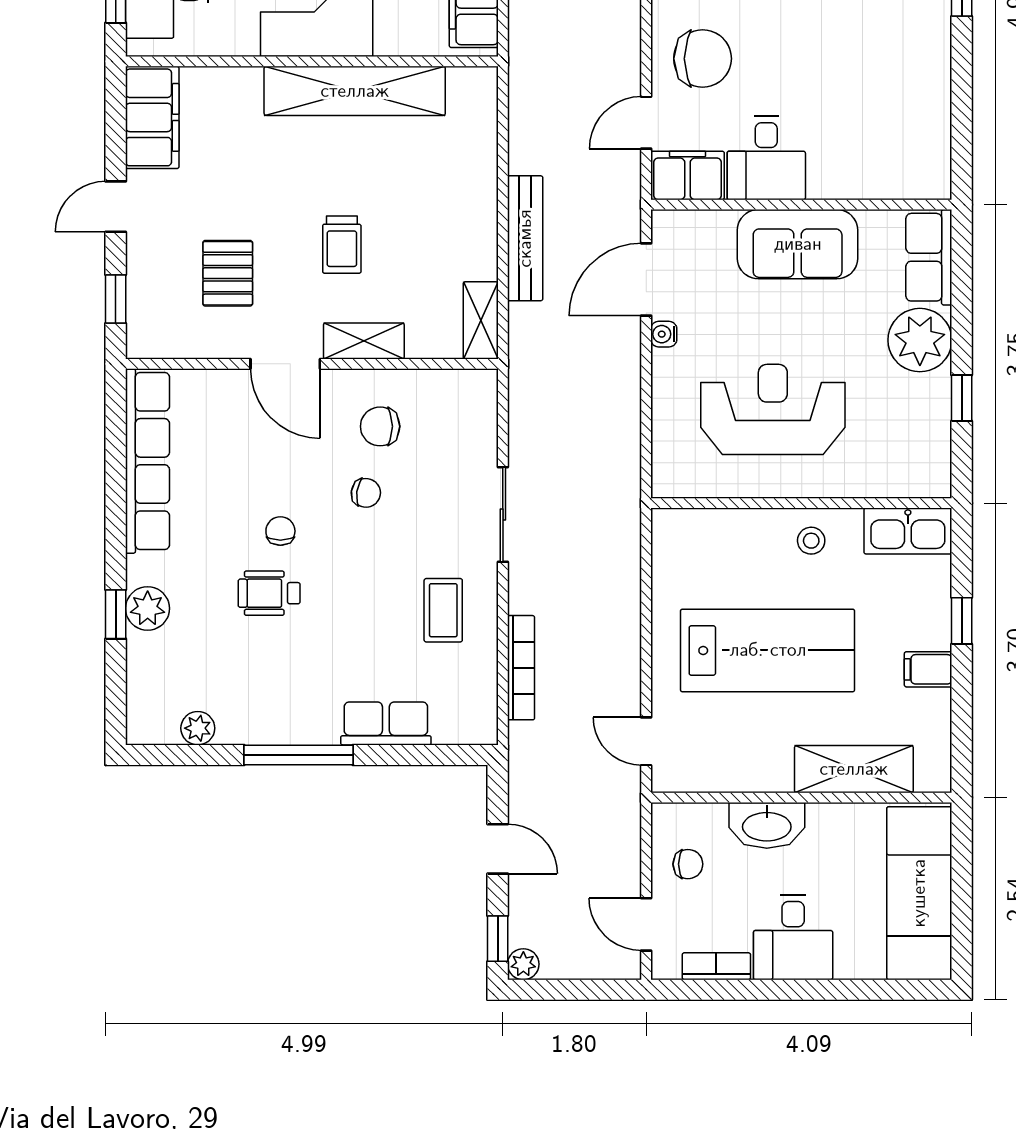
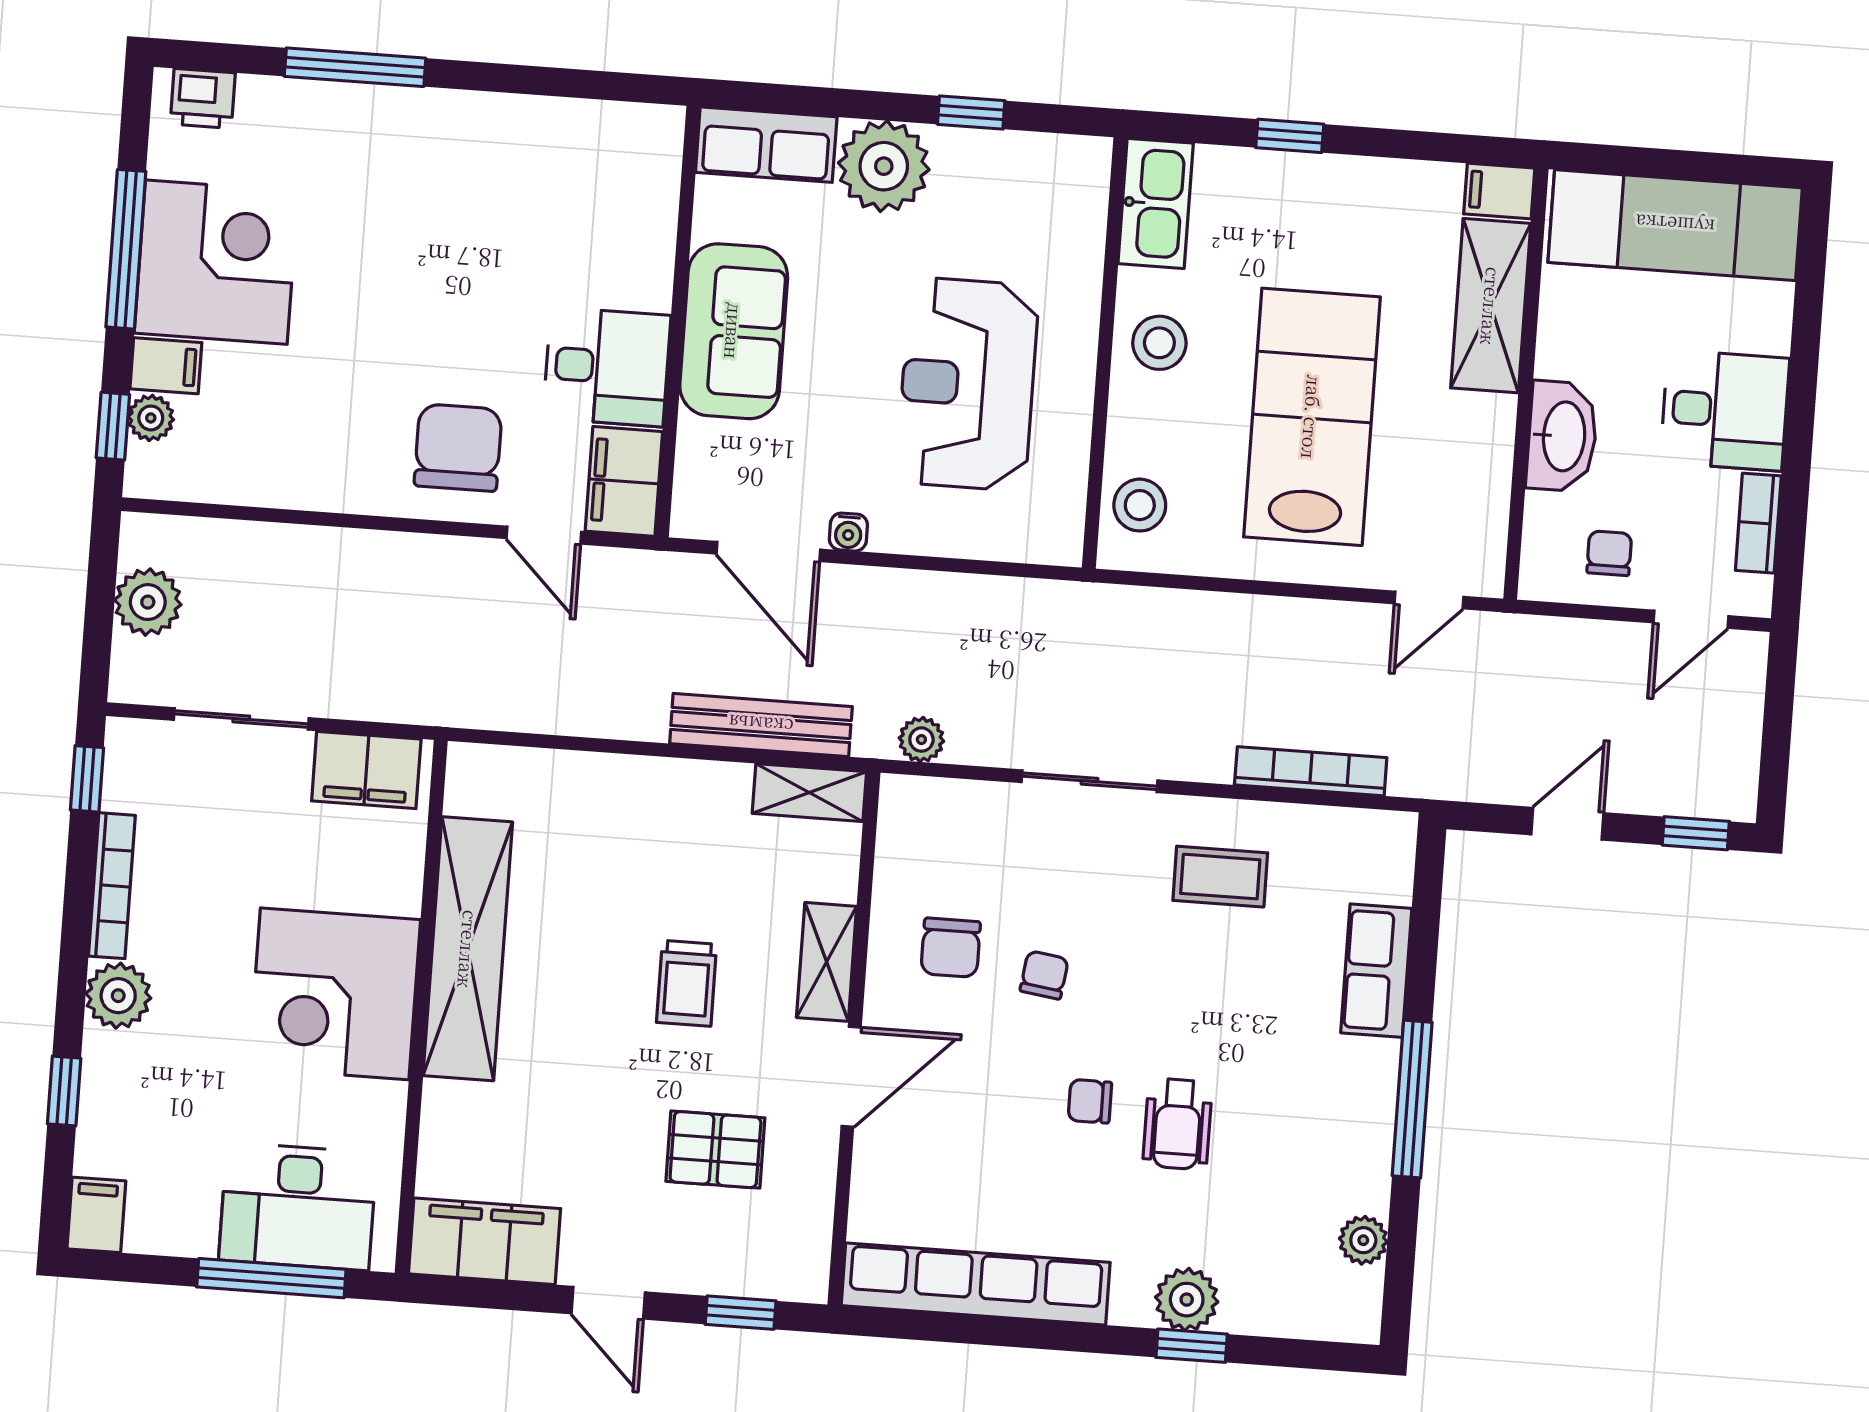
bench: (525, 238) -> (761, 725), moved
trolley: (342, 245) -> (687, 983), turned 90
stool: (697, 535) -> (1140, 505), added
stool: (811, 541) -> (1159, 343), width x1.37, depth x1.37
filing cabinet: (928, 669) -> (1499, 191), moved, turned 90
plant: (523, 964) -> (921, 740), moved

